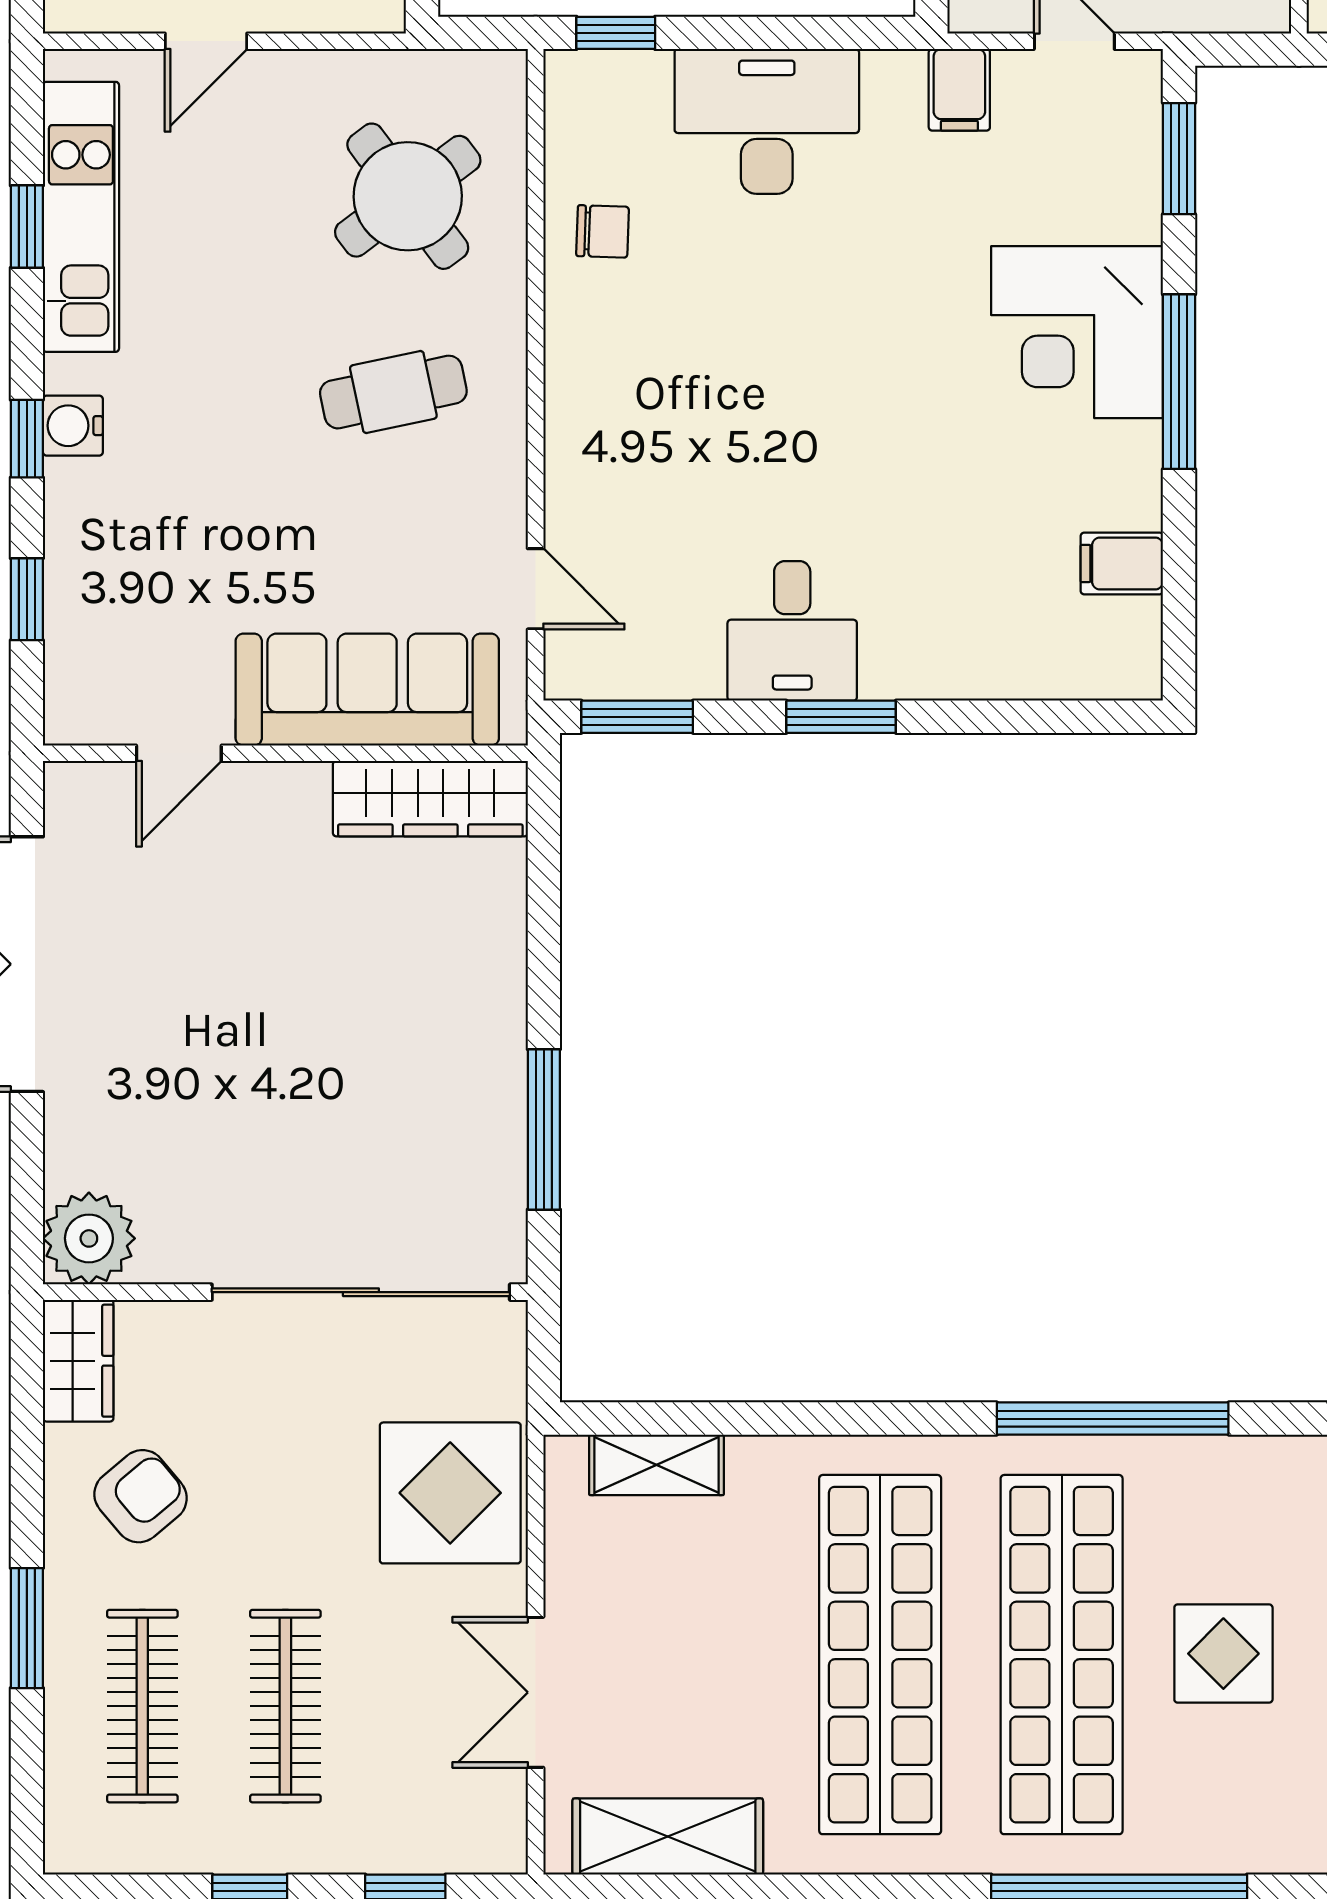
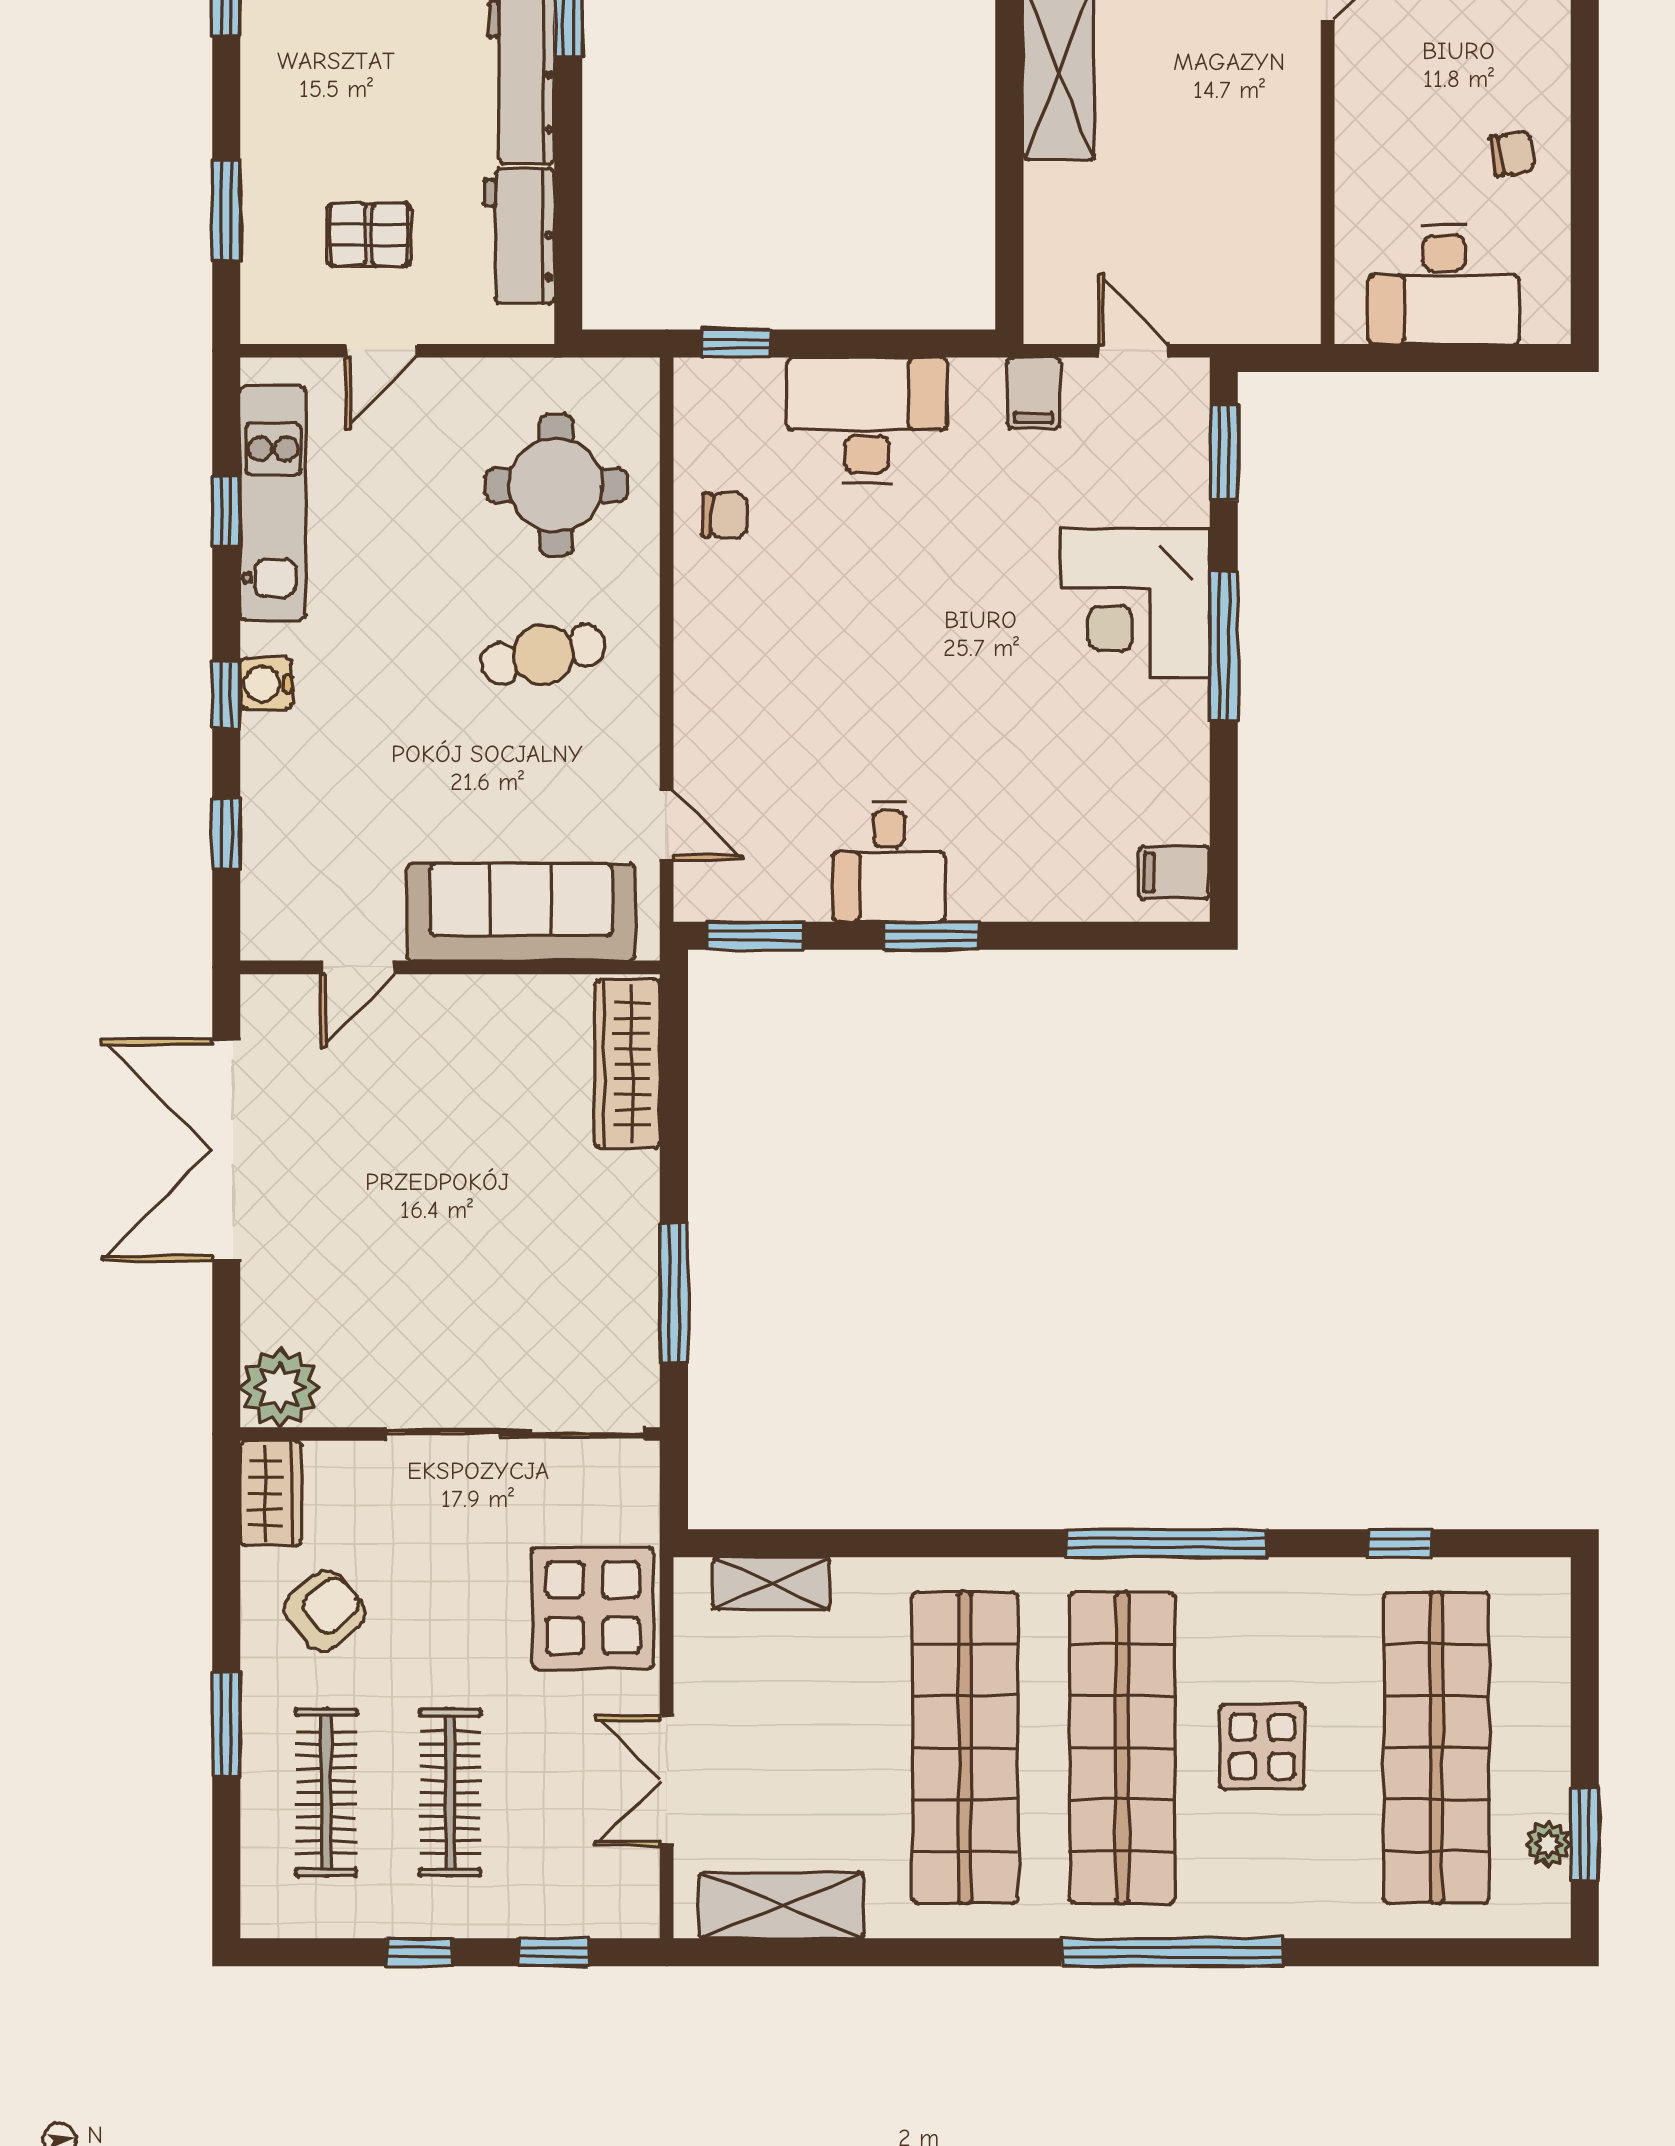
round table: (408, 196) -> (556, 485), turned 37
filing cabinet: (1122, 563) -> (1174, 873), moved
wardrobe: (430, 799) -> (627, 1064), moved, turned 90

